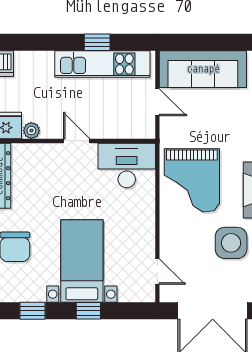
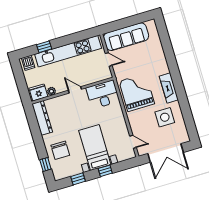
window: (97, 42) -> (44, 47), moved
kitchen unit: (102, 64) -> (68, 51), width x1.36
grand piano: (192, 180) -> (137, 92), turned 180

